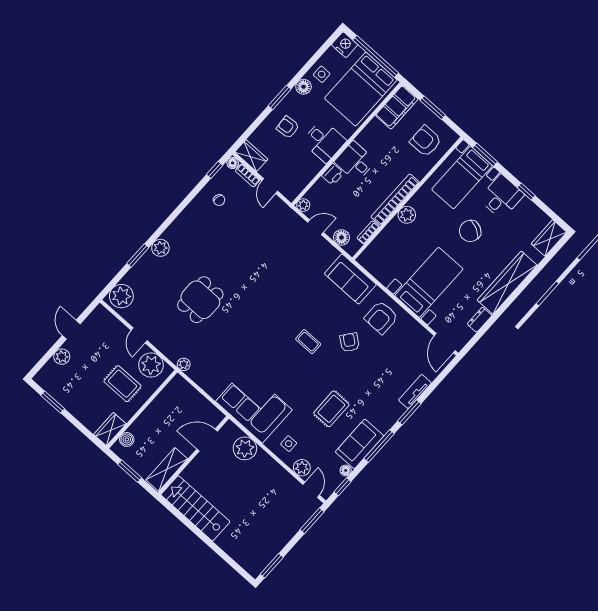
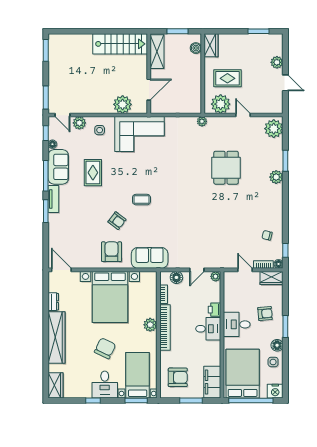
bed with nightstands: (429, 282) -> (110, 297), width x1.36
tv unit: (415, 391) -> (53, 199), moved

